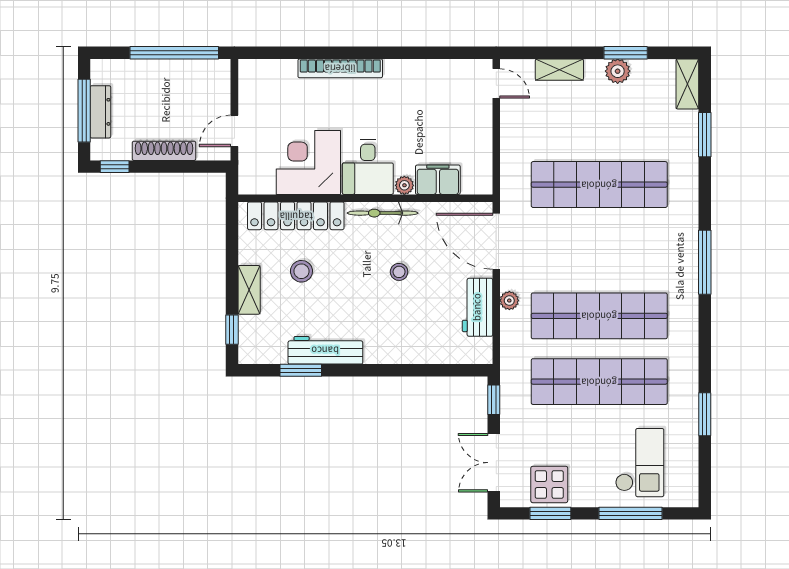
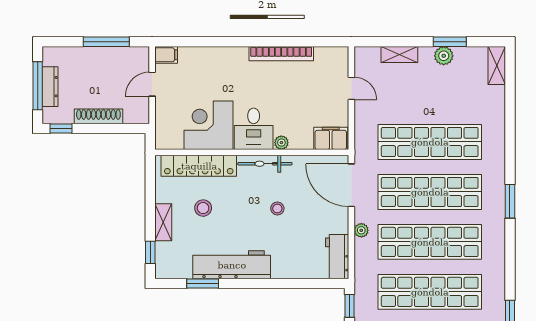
window: (174, 53) -> (106, 42), width x0.68
bookcase: (340, 68) -> (281, 54), moved
filing cabinet: (253, 70) -> (166, 55), added
door: (496, 83) -> (351, 88), moved
door: (234, 131) -> (152, 84), moved
window: (705, 135) -> (510, 104), removed
filing cabinet: (438, 180) -> (331, 138), moved
shop shelf: (599, 250) -> (430, 192), added
window: (705, 262) -> (510, 201), width x0.69
workbench: (477, 307) -> (337, 257), moved
workbench: (325, 350) -> (232, 265), width x1.36, depth x1.32

